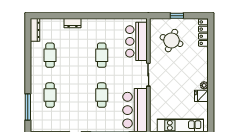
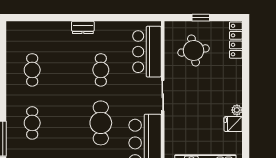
dresser: (72, 23) -> (83, 27), moved
dresser: (35, 30) -> (12, 36), removed
round table: (172, 41) -> (194, 50), turned -31
cafe table: (102, 95) -> (101, 123), width x1.37, depth x1.35

